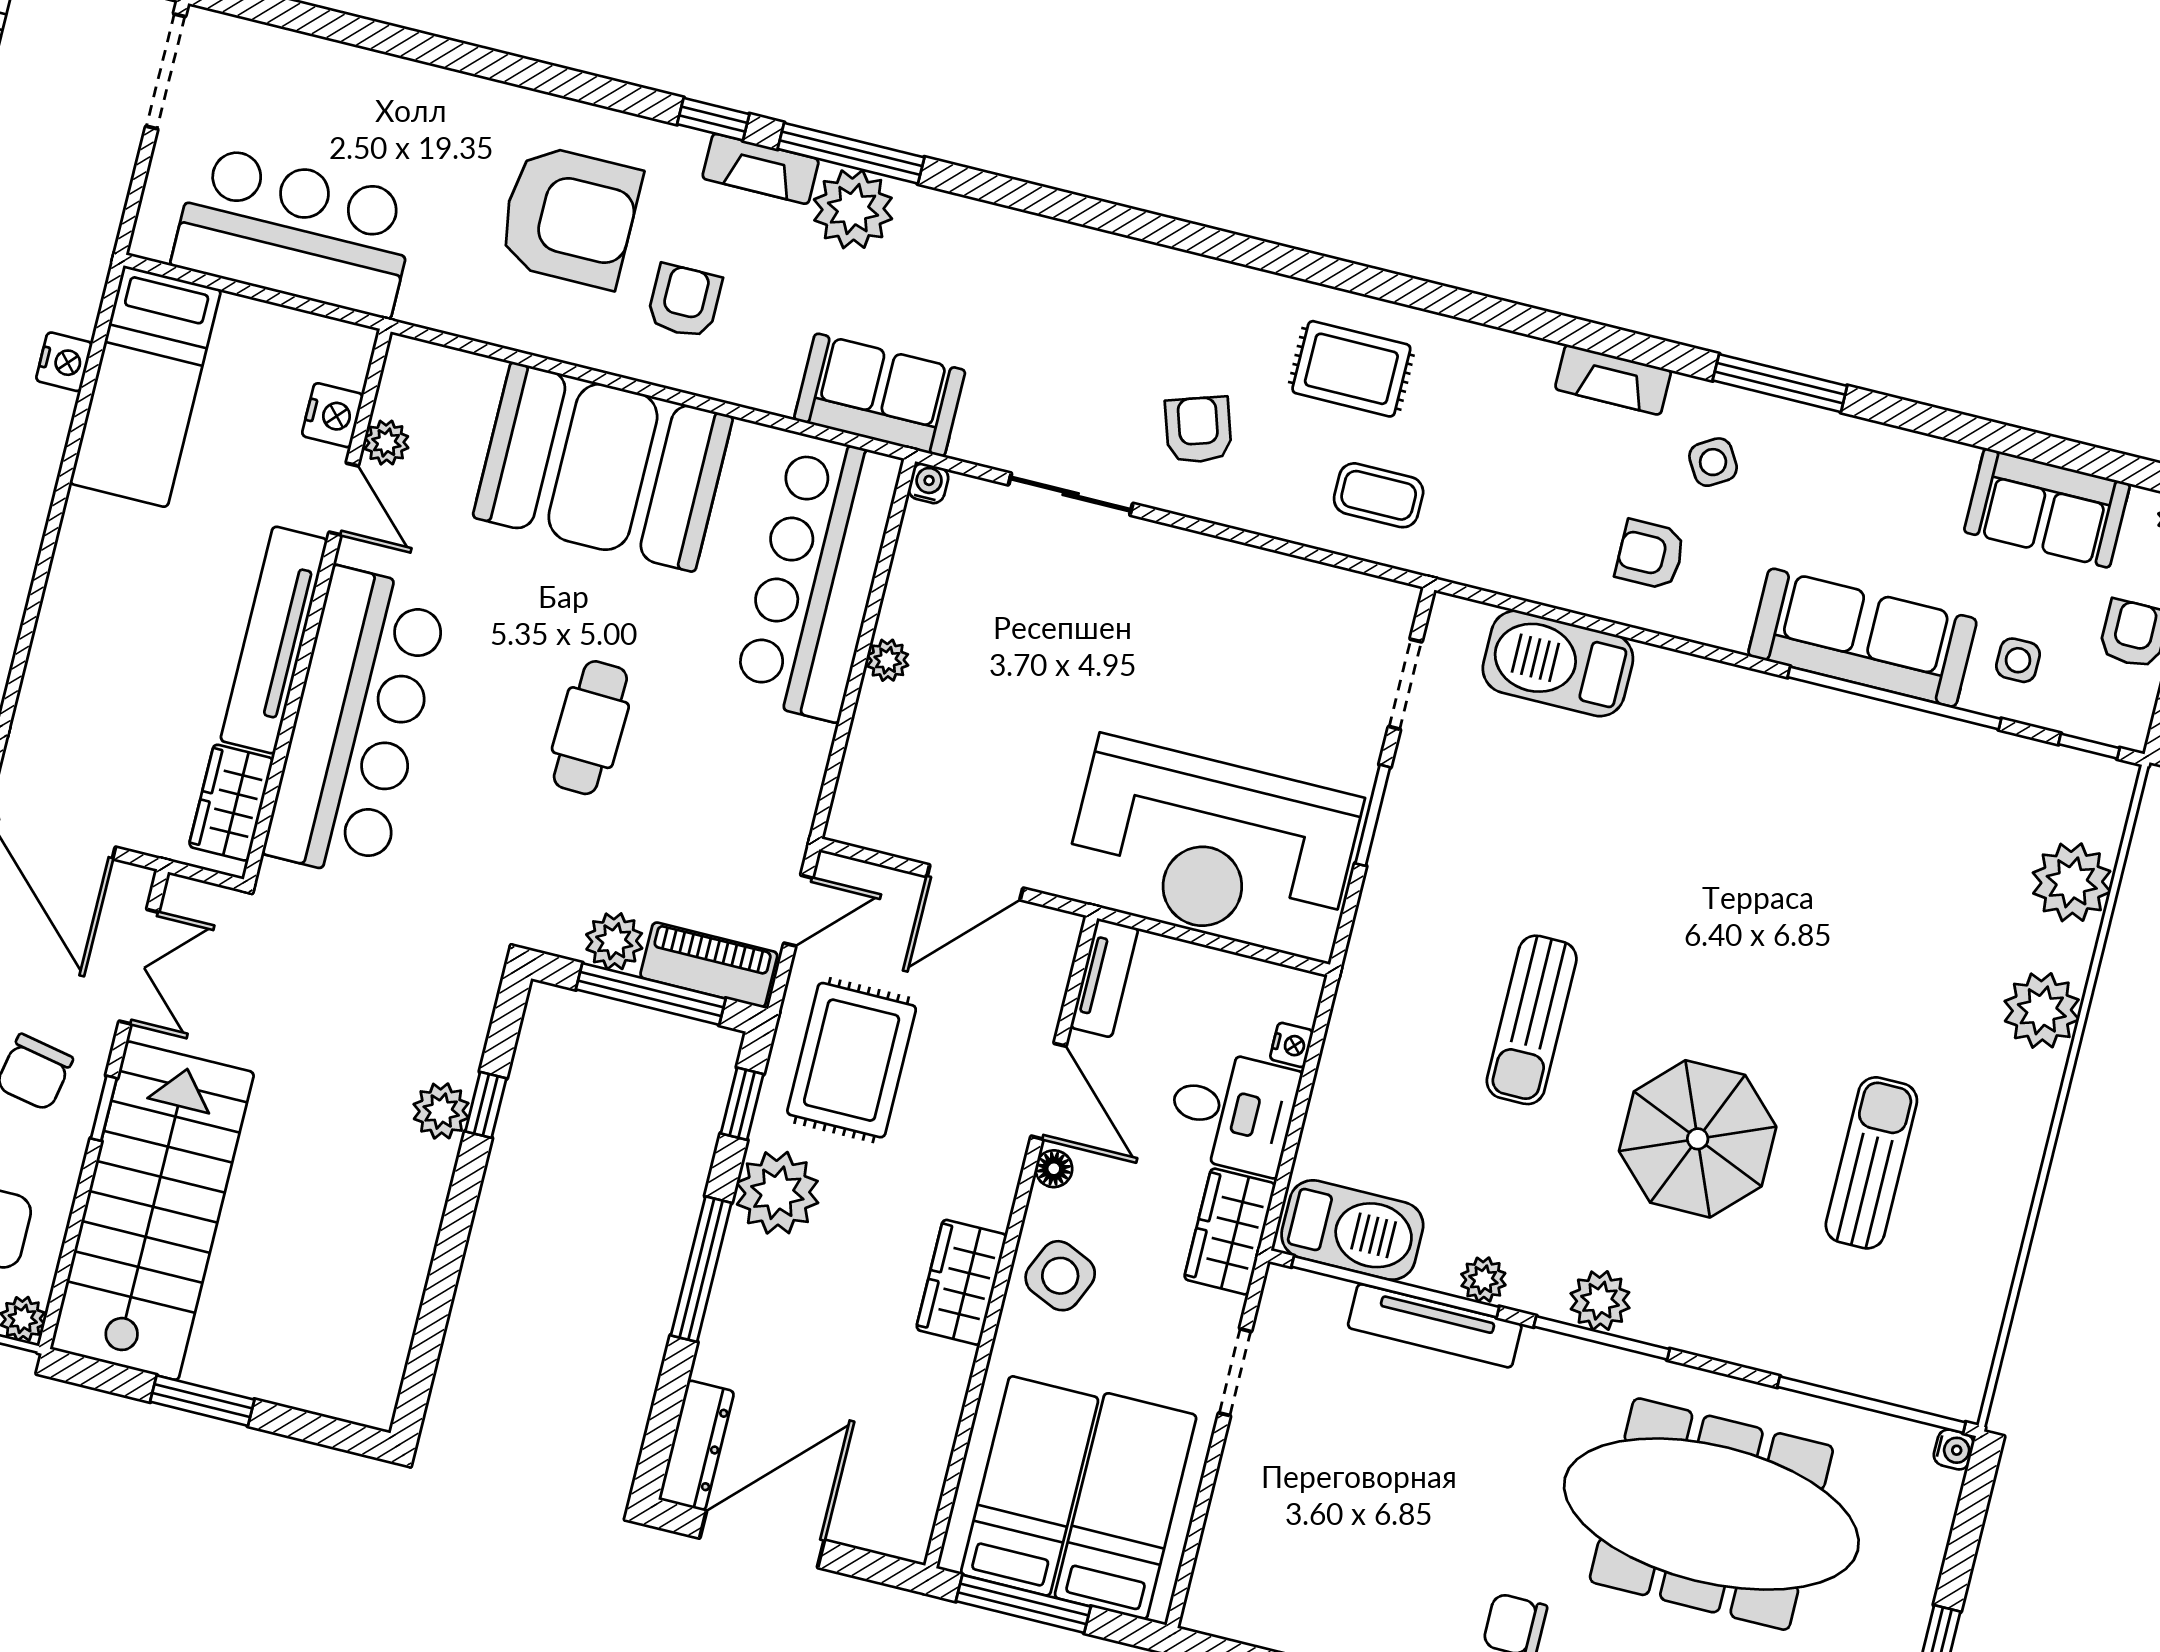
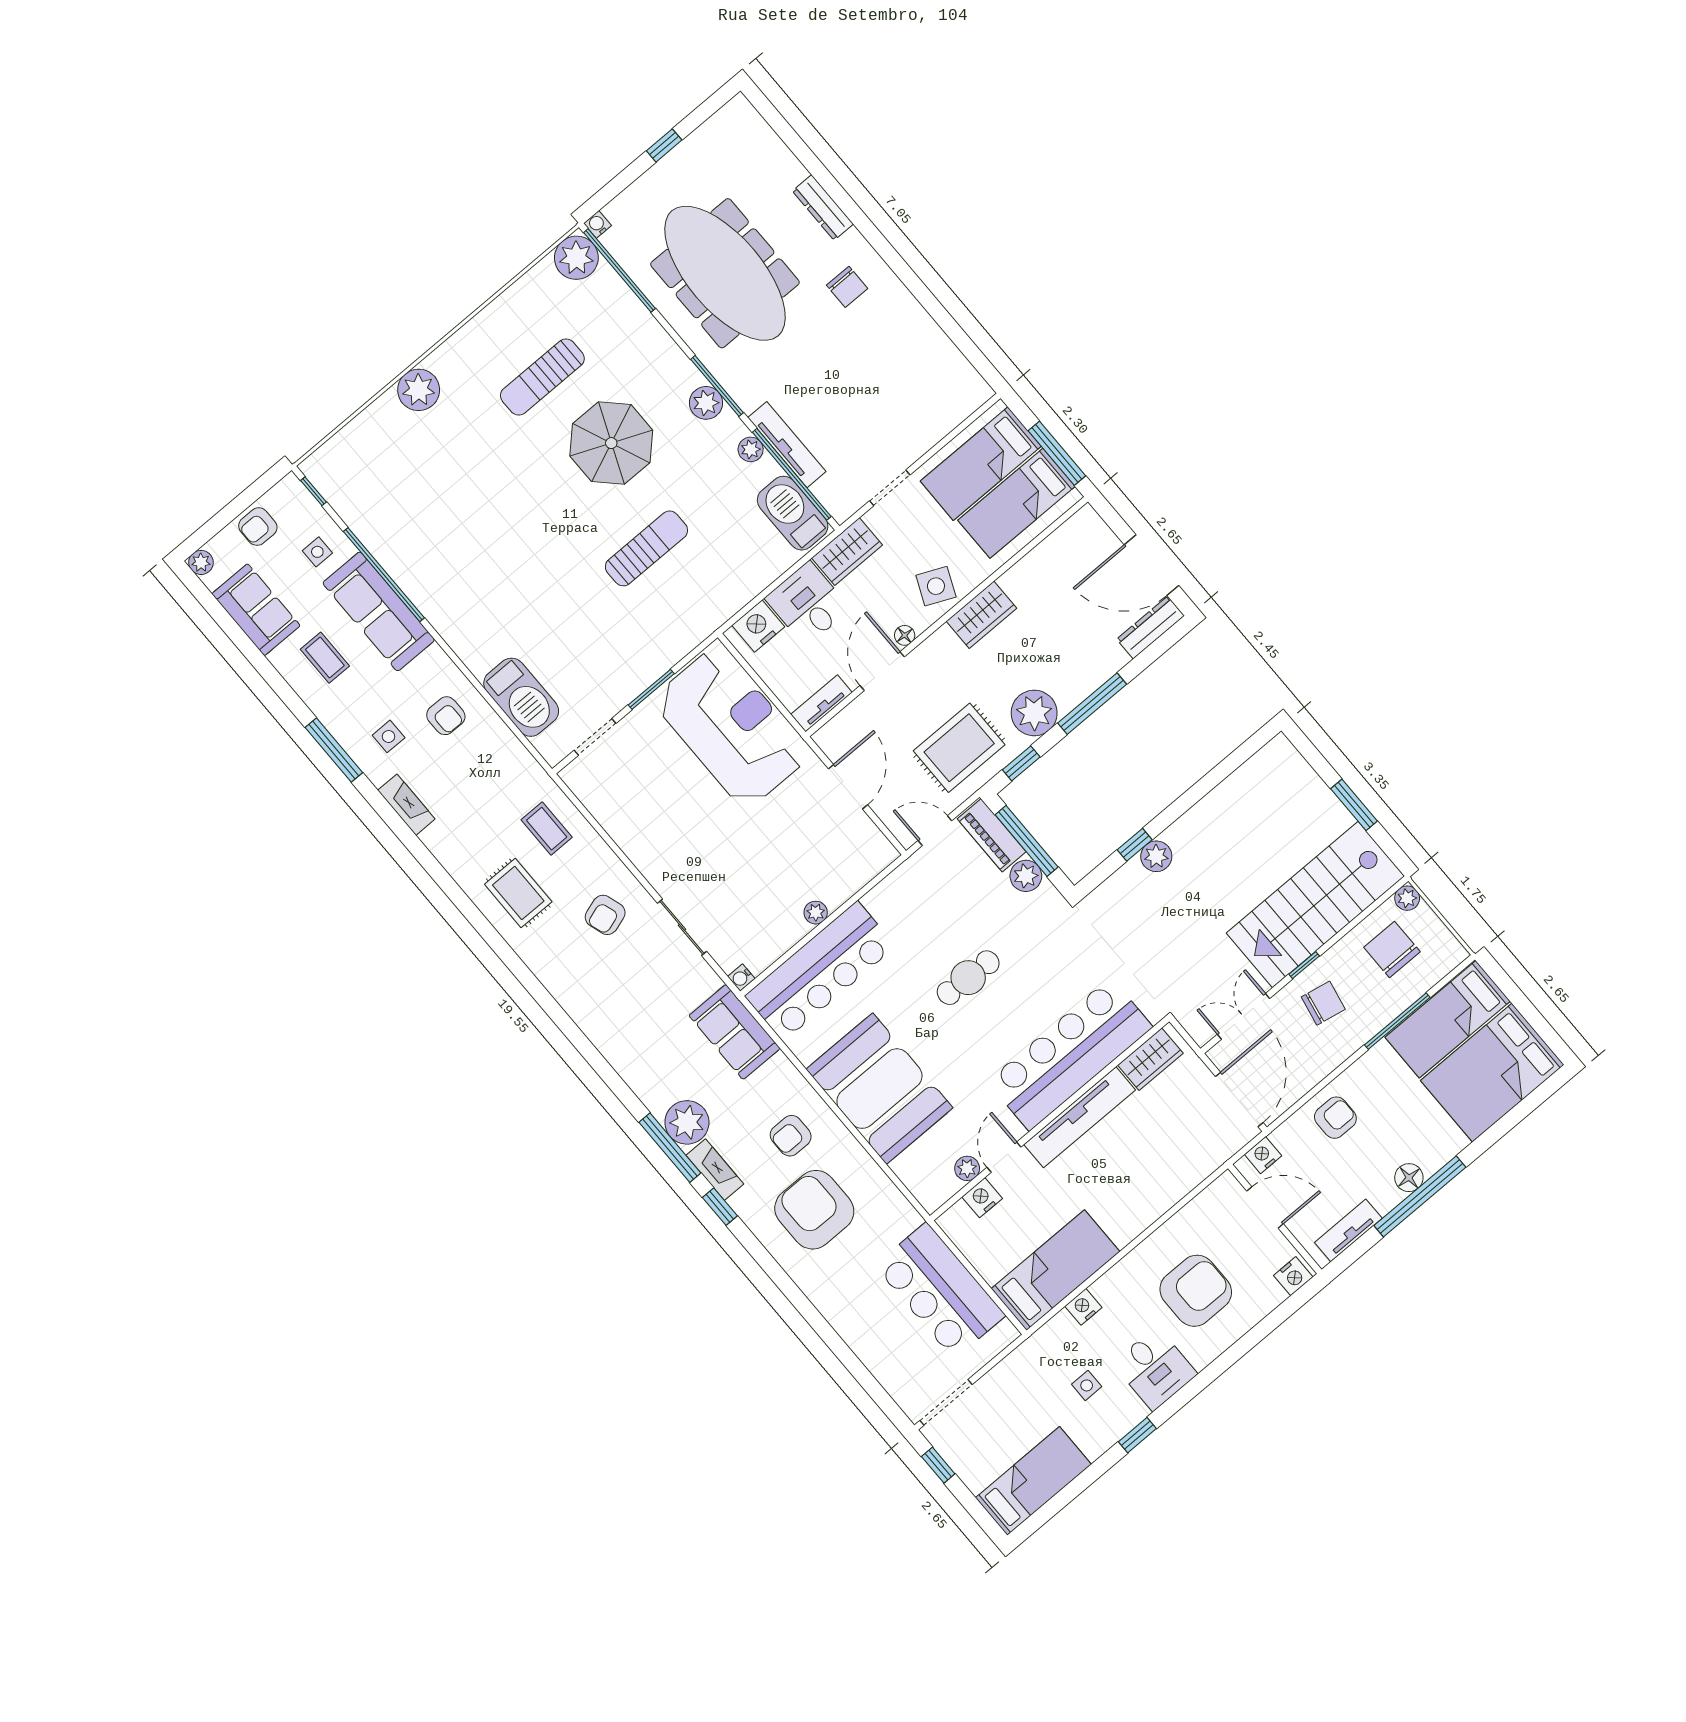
side table: (1713, 462) -> (389, 736), turned 31
coffee table: (1893, 511) -> (325, 658), added
door: (975, 882) -> (848, 787), hinge flipped
plant: (2072, 882) -> (576, 258), moved
nightstand: (1292, 1045) -> (758, 626), width x1.89, depth x1.79

